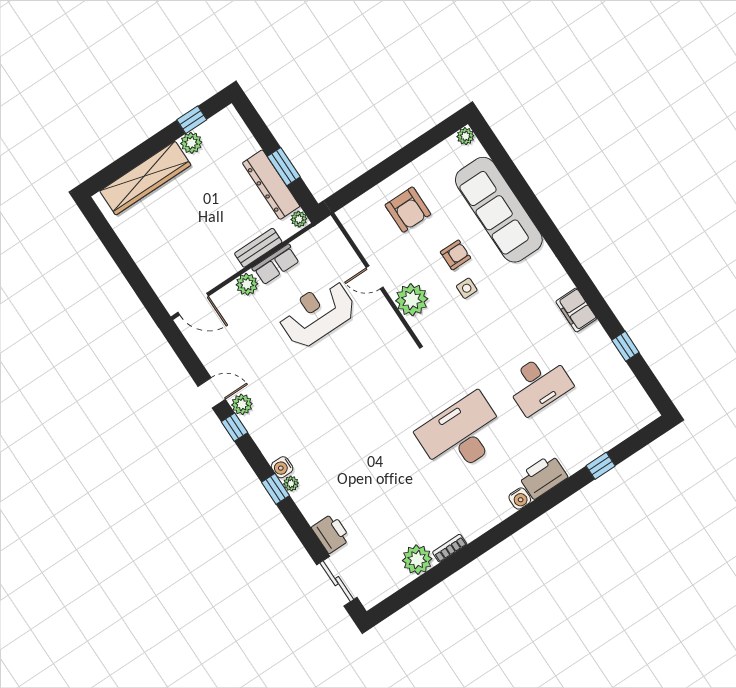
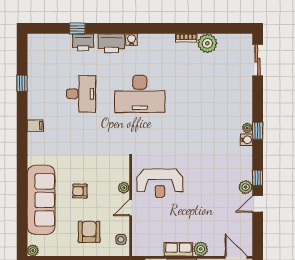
door: (375, 277) -> (131, 208), swing flipped
side table: (467, 288) -> (121, 239), moved
plant: (412, 300) -> (124, 188), width x0.53, depth x0.53
filing cabinet: (576, 310) -> (35, 125), width x0.50
reception desk: (317, 313) -> (160, 183), moved
desk: (539, 384) -> (81, 94), turned 90
door: (212, 393) -> (258, 204), hinge flipped
printer: (331, 533) -> (83, 42), moved, turned -90

